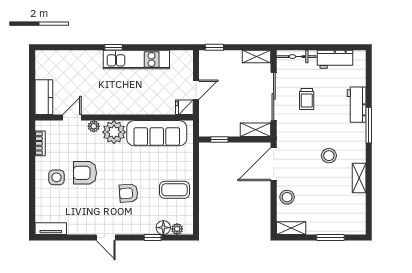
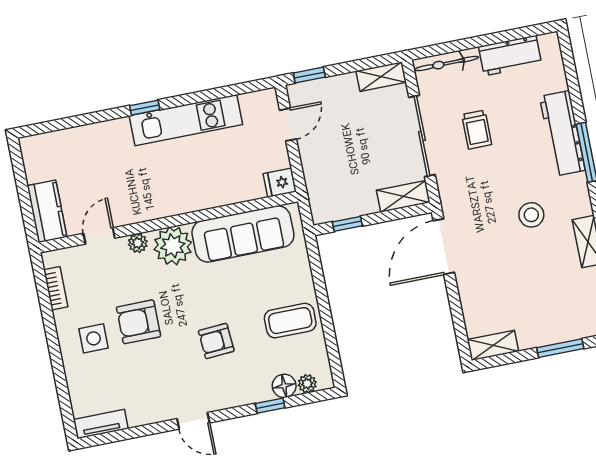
door: (196, 90) -> (288, 125), moved
workbench: (357, 105) -> (562, 133), width x1.37
stool: (287, 197) -> (476, 296), removed

